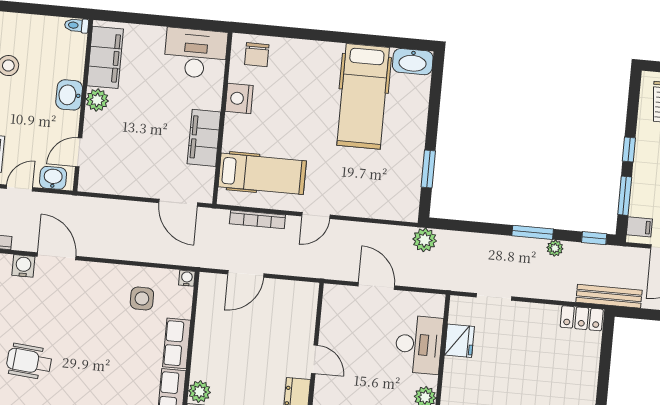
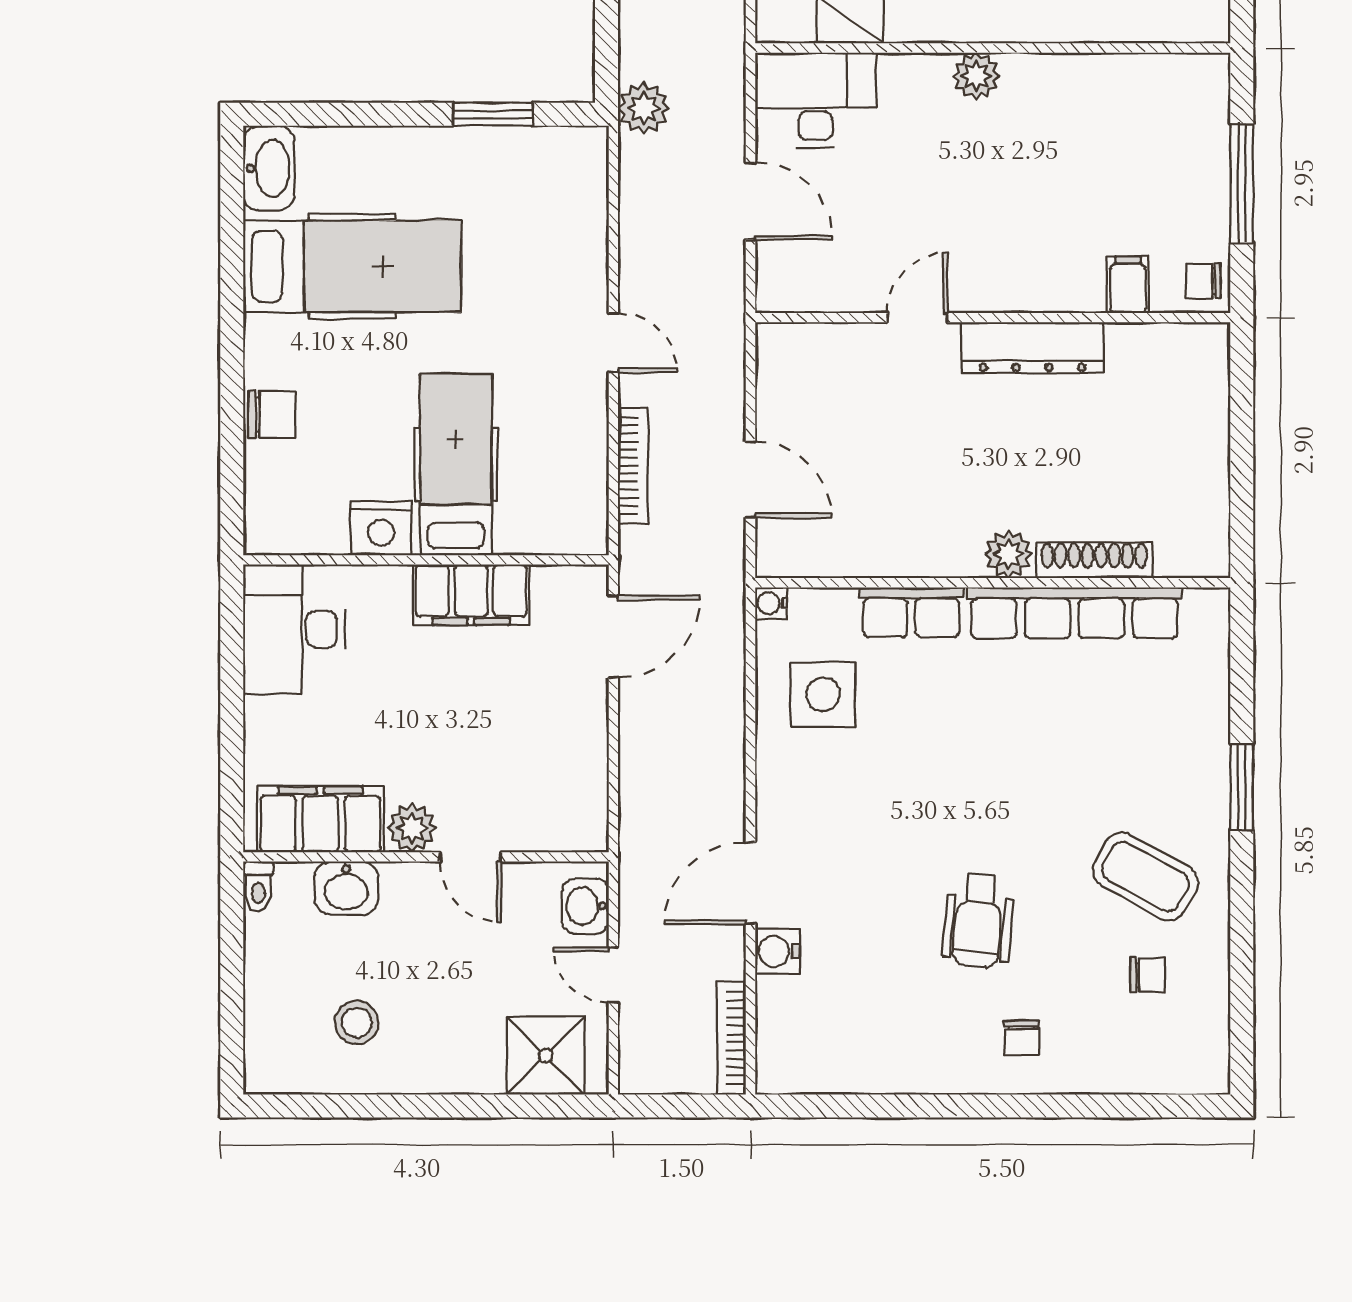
chair: (257, 55) -> (272, 414), moved
washbasin: (69, 95) -> (346, 888), moved
door: (79, 152) -> (471, 857), moved
hospital bed: (262, 174) -> (456, 465), moved
door: (376, 286) -> (750, 201), swing flipped
side table: (142, 298) -> (823, 694), width x1.37, depth x1.37
desk: (419, 345) -> (815, 100), moved

